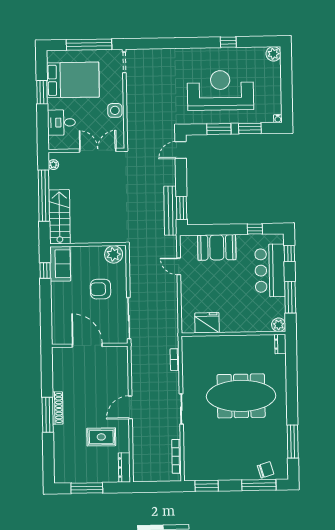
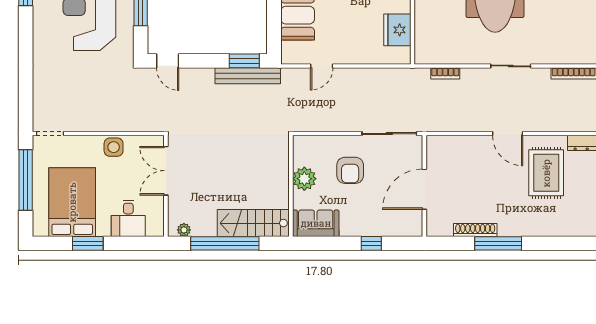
plant: (114, 254) -> (304, 179), moved
window: (45, 271) -> (371, 243), moved
shoe rack: (58, 408) -> (475, 230), moved
window: (48, 415) -> (498, 243), moved
rug: (101, 437) -> (546, 173), width x1.36, depth x1.43

